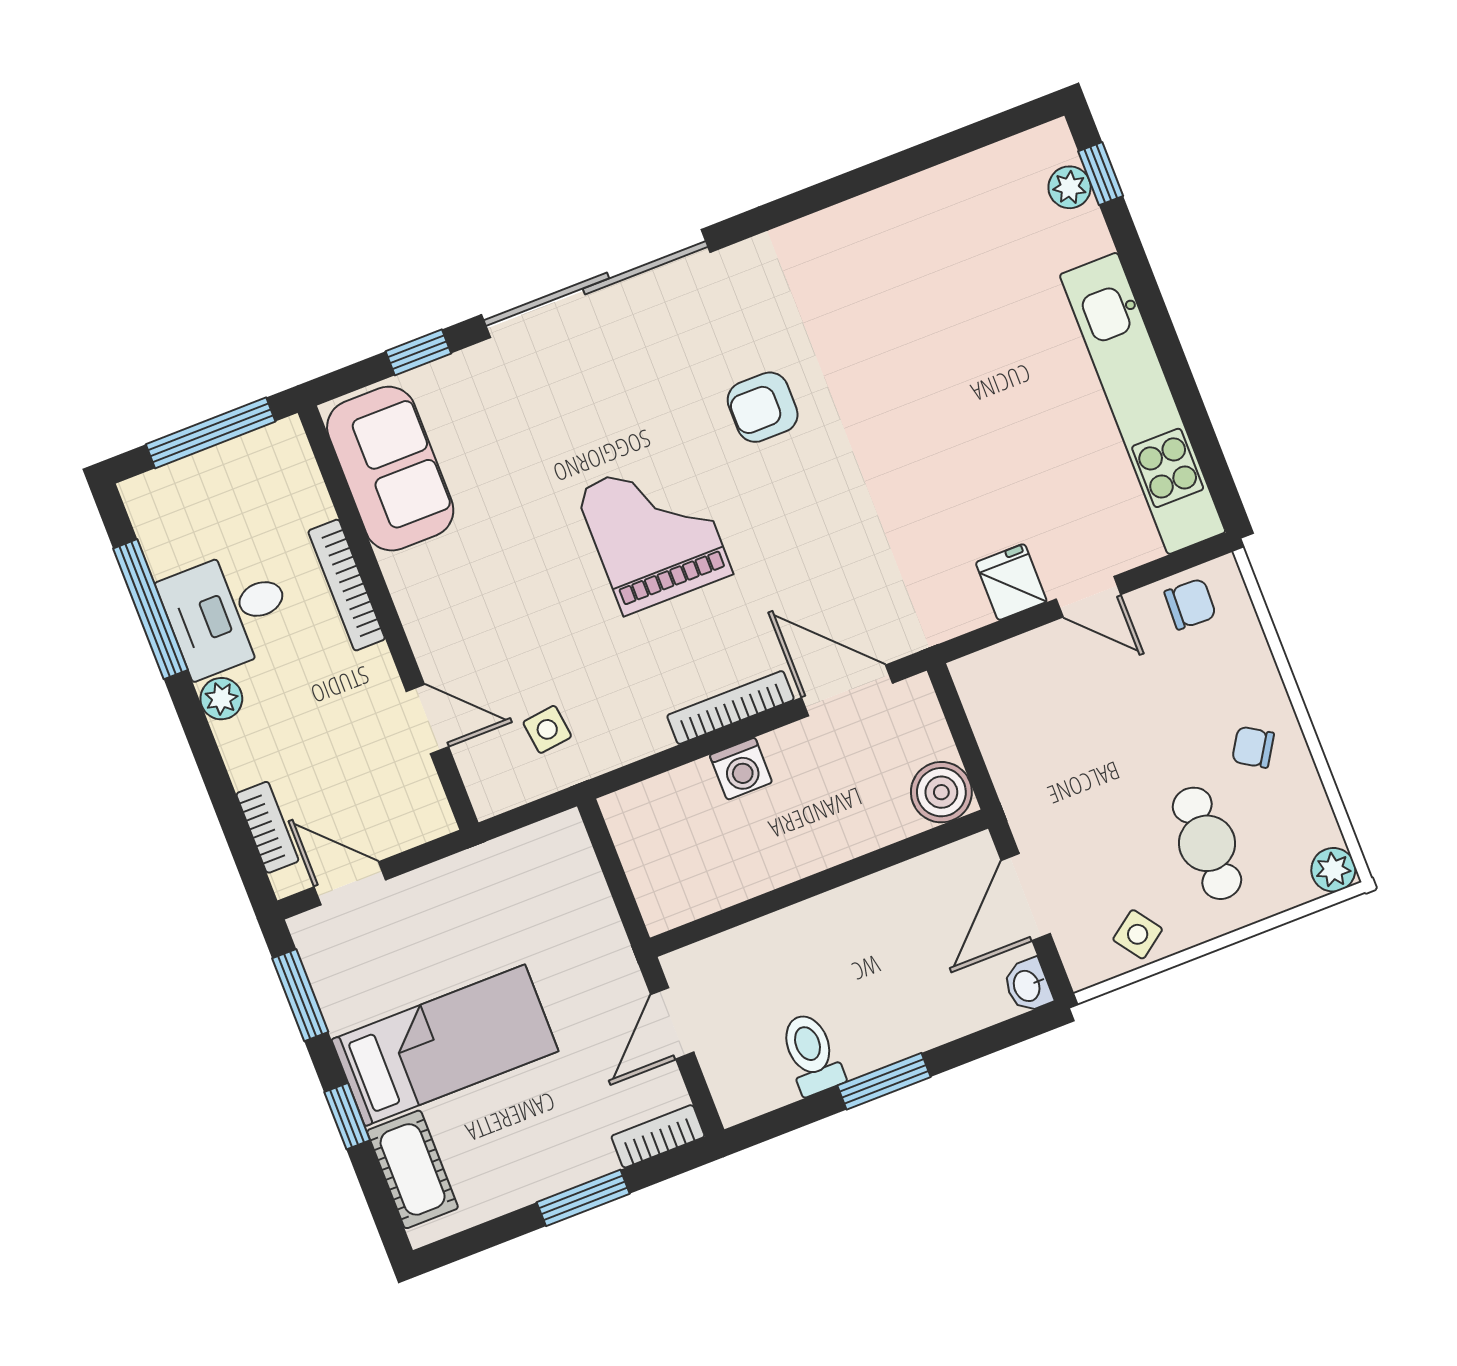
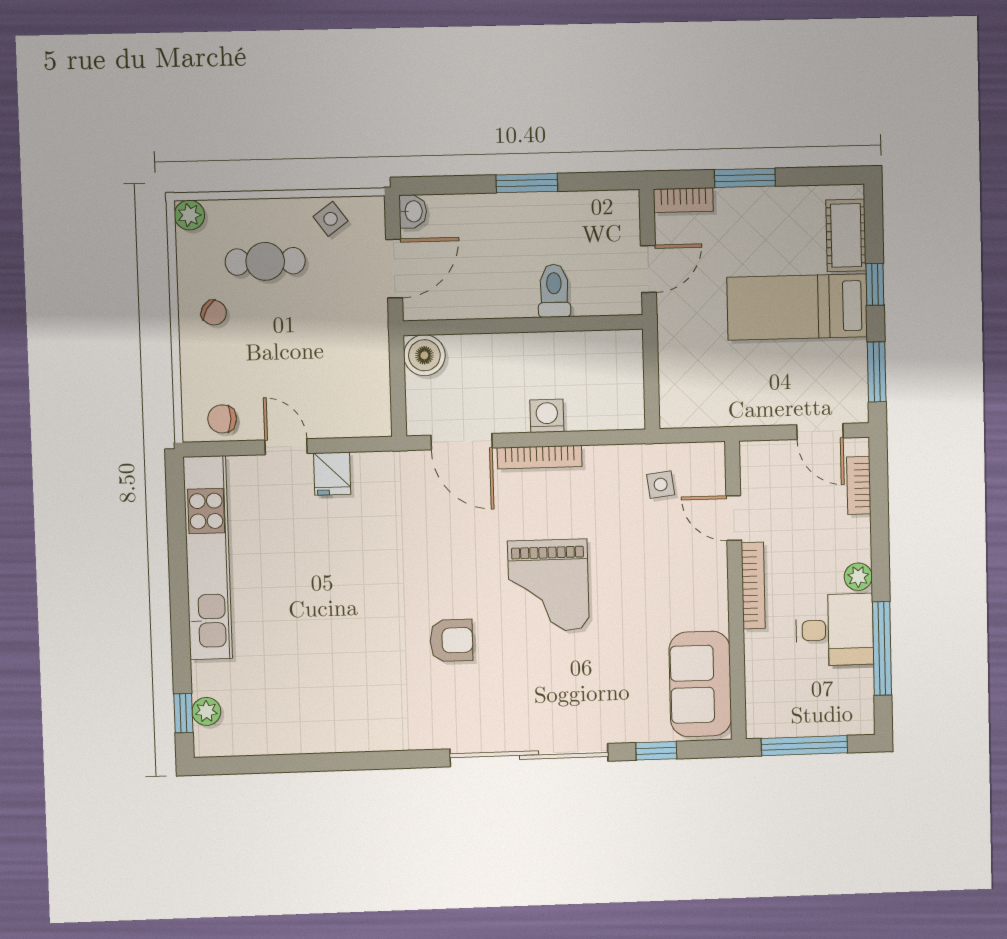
bookcase: (347, 585) -> (753, 586), moved
cafe table: (1207, 843) -> (265, 261), turned 90
toilet: (811, 1054) -> (554, 291), moved, turned 180

